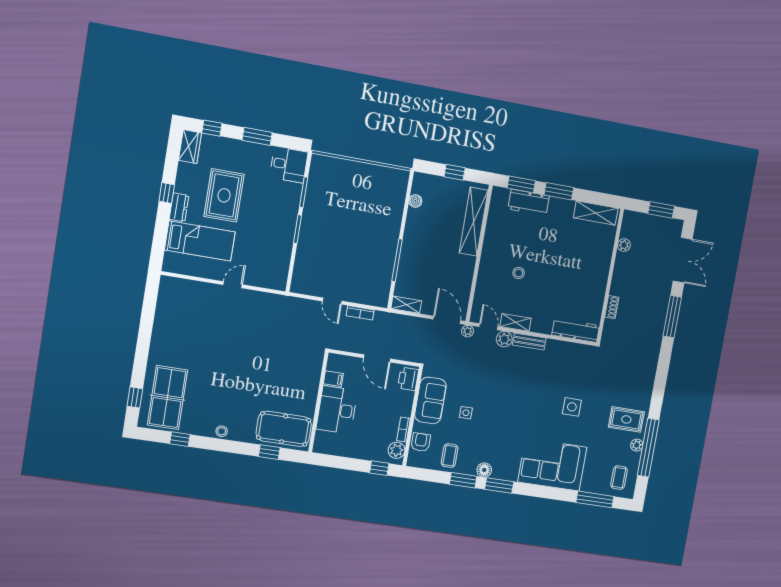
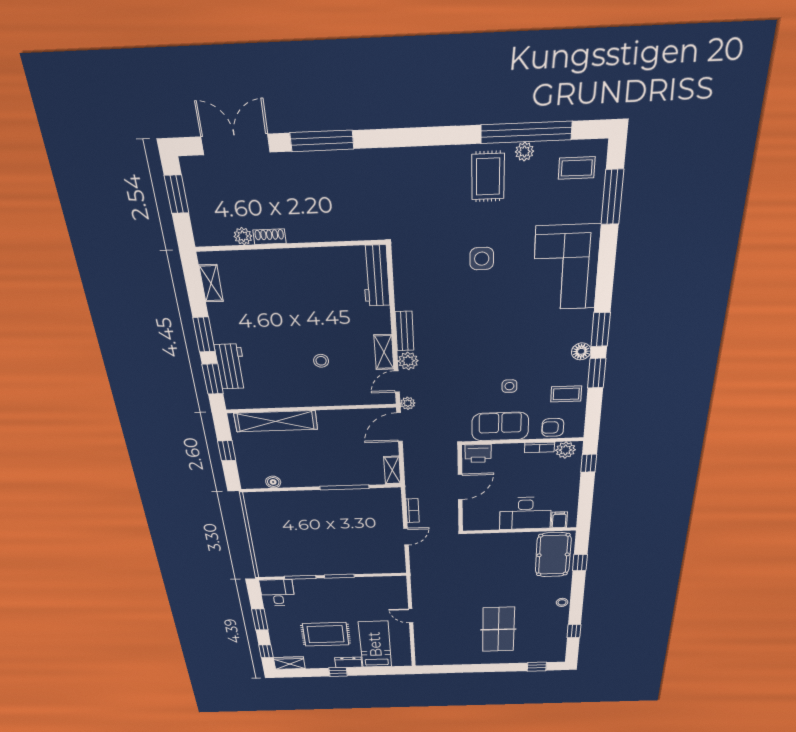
shelving: (596, 213) -> (211, 283), width x0.67, depth x0.75
shoe rack: (612, 307) -> (269, 237), moved
filing cabinet: (333, 379) -> (559, 520), moved
table tennis table: (168, 398) -> (498, 629), moved, turned 90

